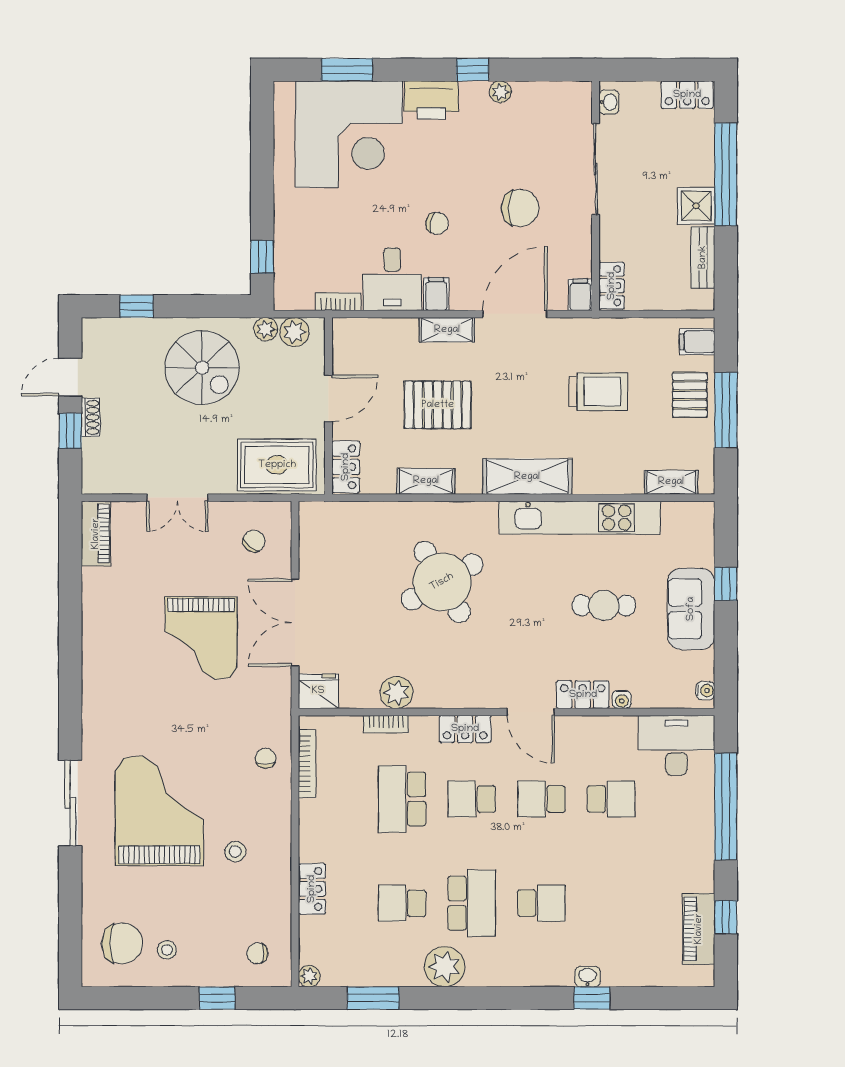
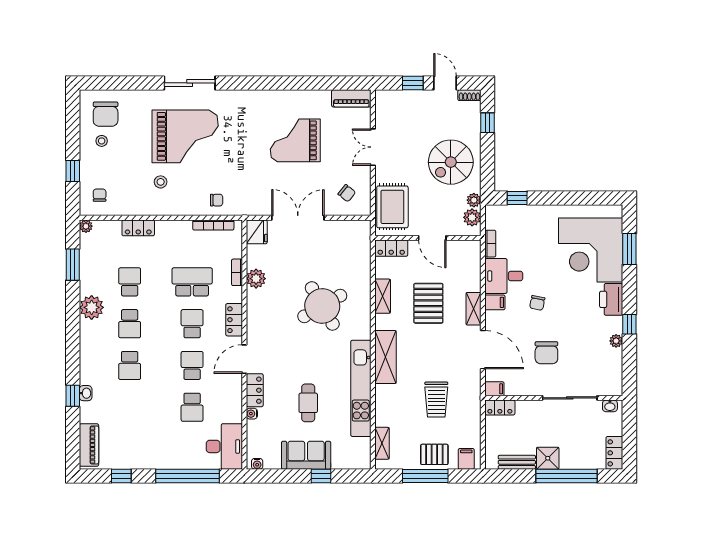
shoe rack: (91, 417) -> (469, 95), moved
grand piano: (201, 638) -> (295, 140), moved
school desk: (472, 903) -> (130, 324), width x0.54
piano: (699, 929) -> (89, 445), moved, turned 90

